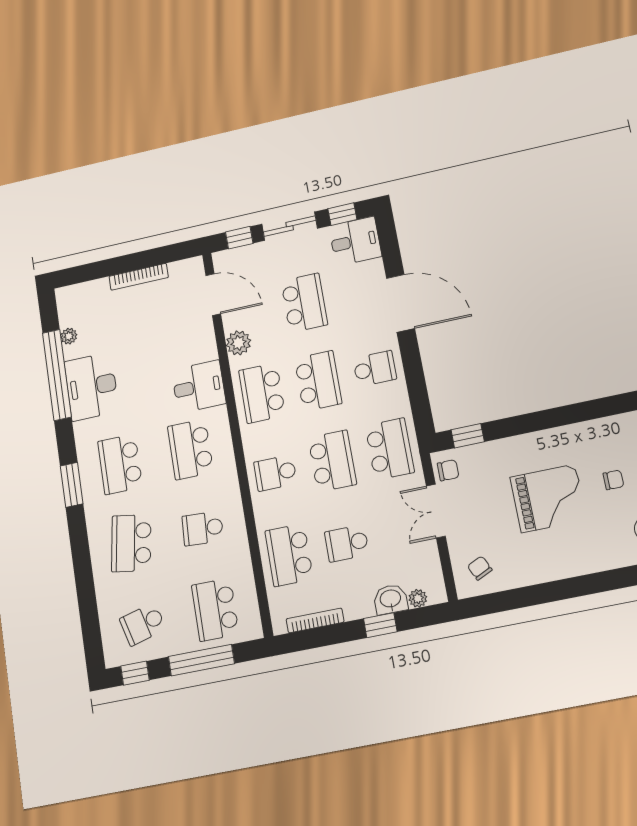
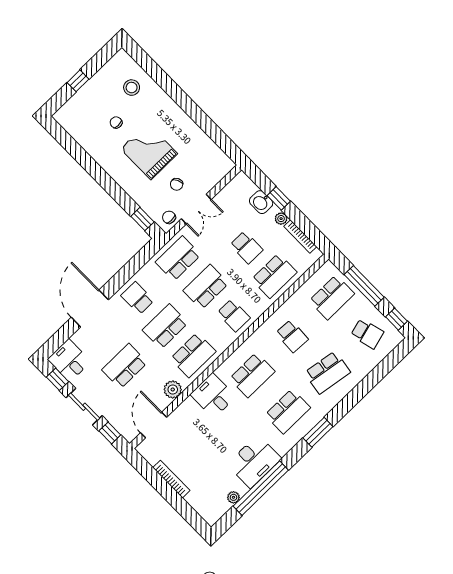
chair: (480, 568) -> (177, 184), moved
plant: (418, 598) -> (281, 219), moved

